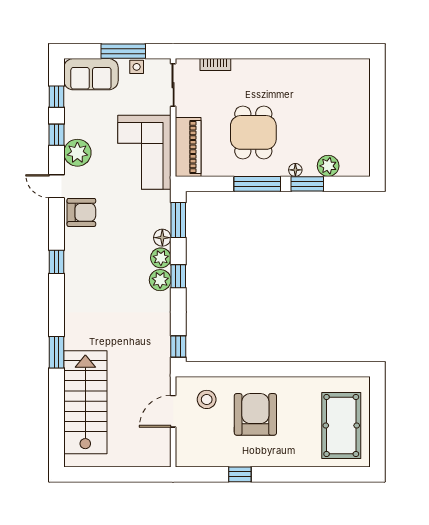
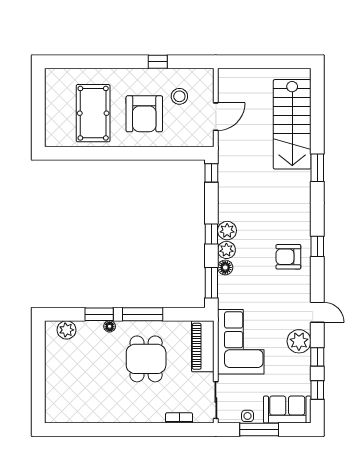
plant: (328, 166) -> (67, 330), moved
armchair: (81, 212) -> (288, 257), moved
stool: (207, 399) -> (179, 96), moved
pool table: (341, 425) -> (93, 113), moved

